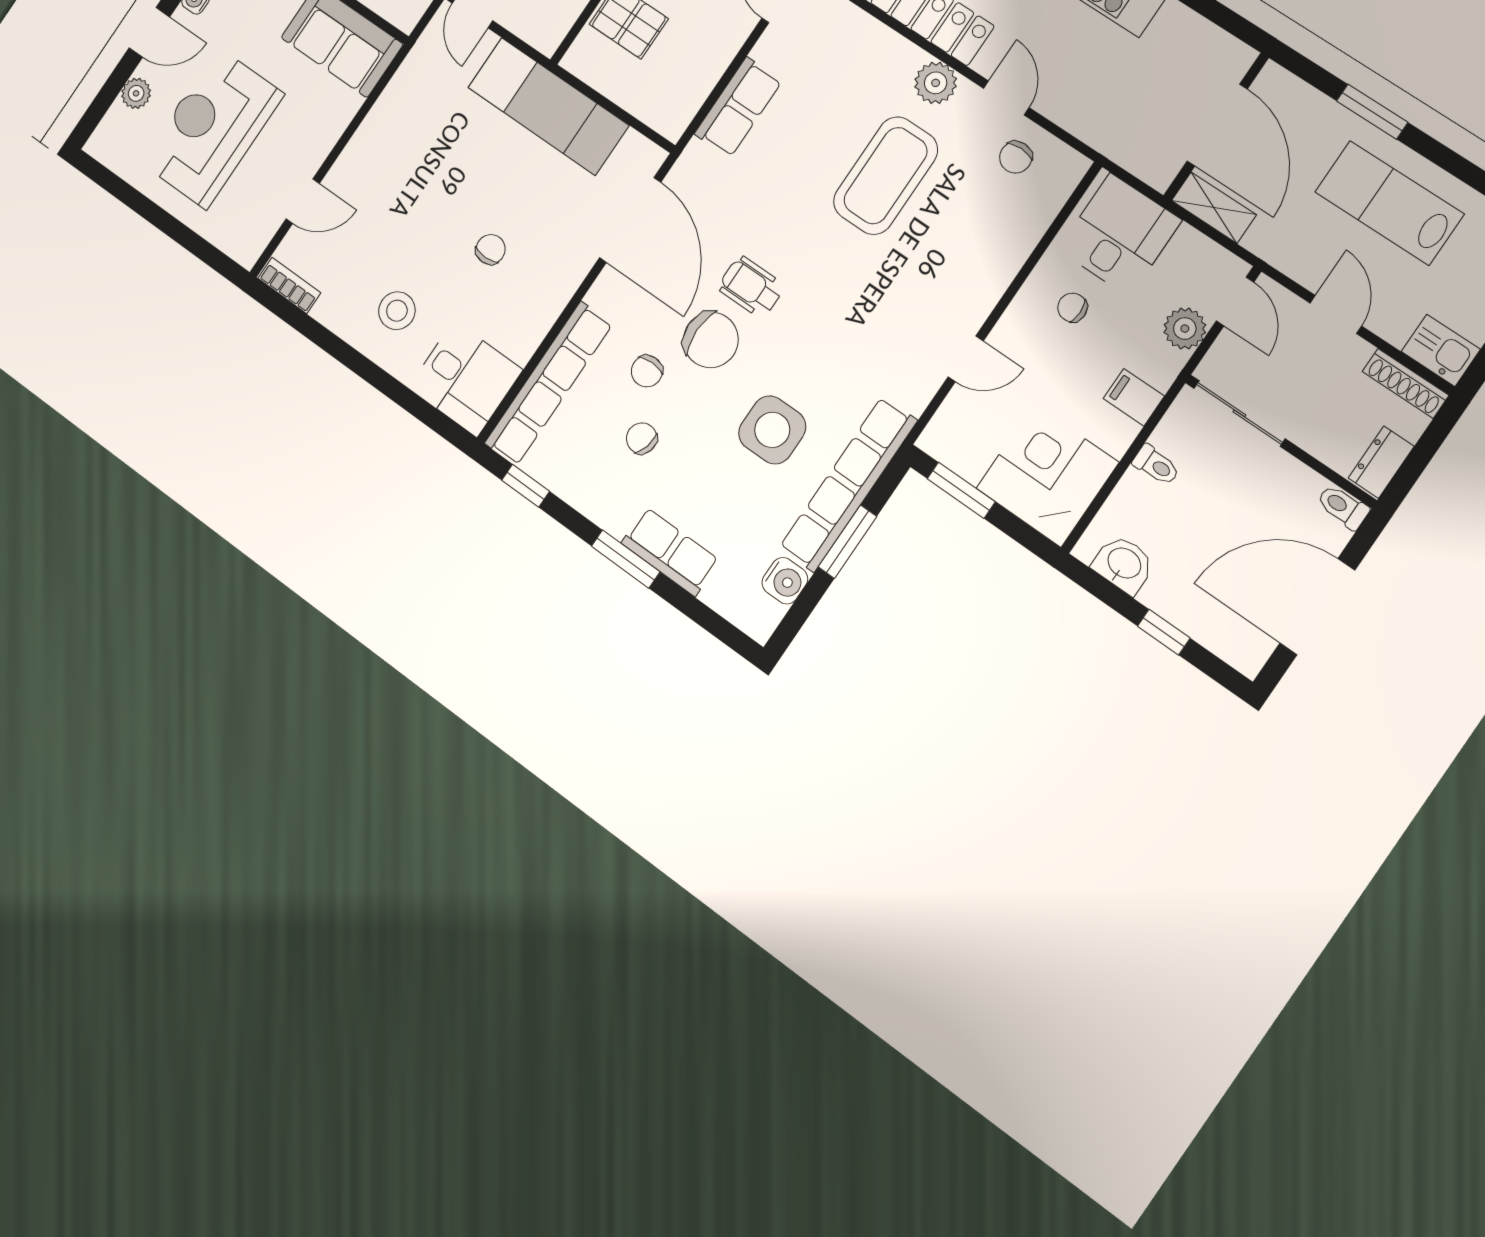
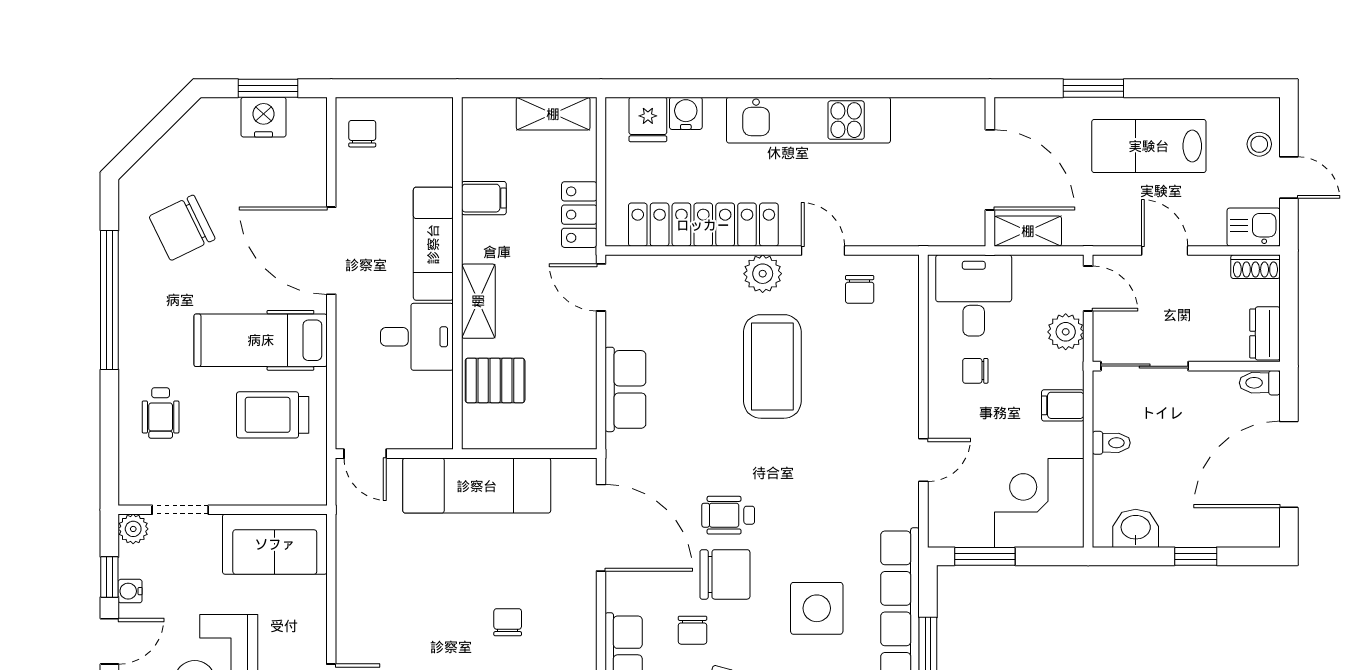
shoe rack: (1406, 383) -> (1255, 267), width x0.70

